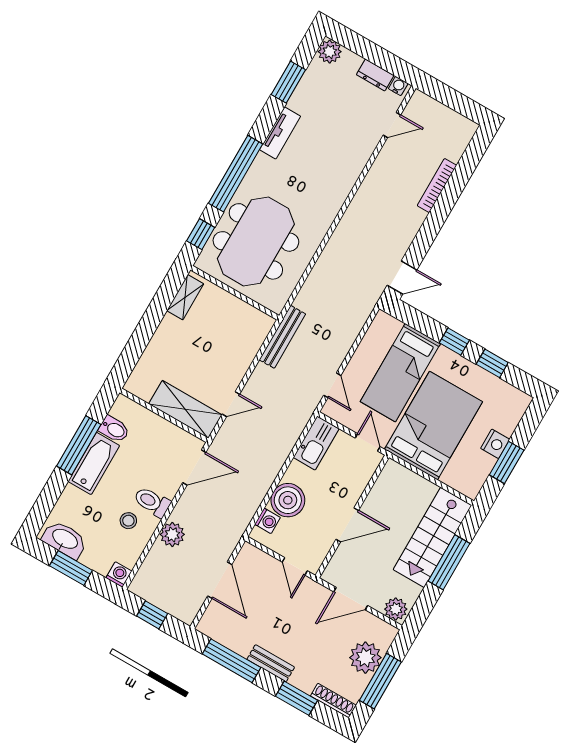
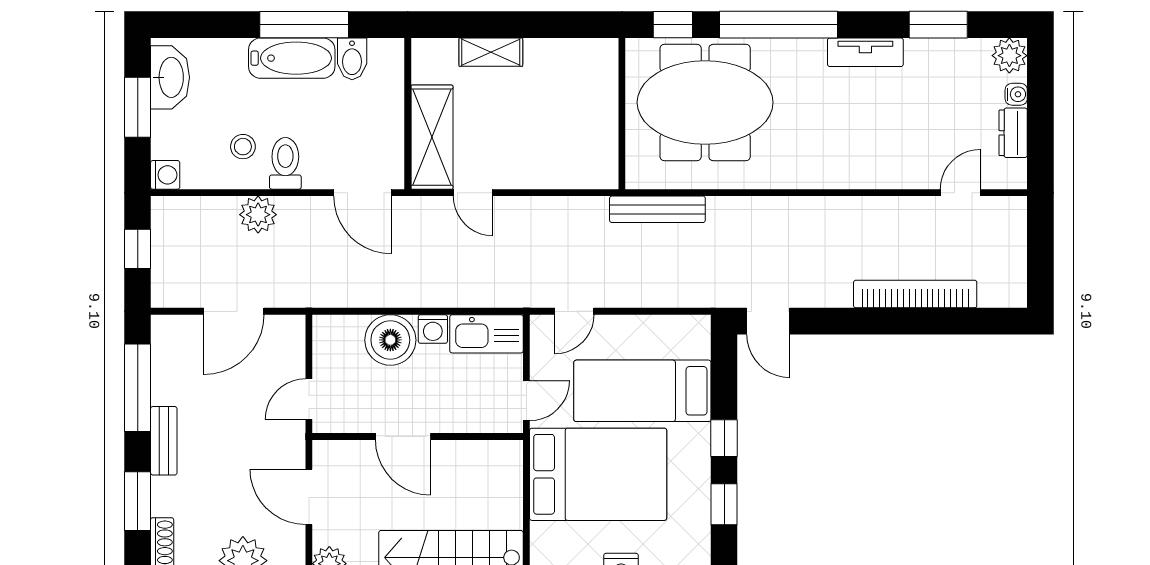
water cooler: (398, 86) -> (1016, 94), moved
door: (392, 125) -> (960, 193), swing flipped
bookcase: (437, 186) -> (915, 294), width x1.48, depth x1.31
shelving: (185, 297) -> (491, 52), moved
bench: (282, 337) -> (657, 209), moved
washing machine: (268, 521) -> (433, 329), moved

